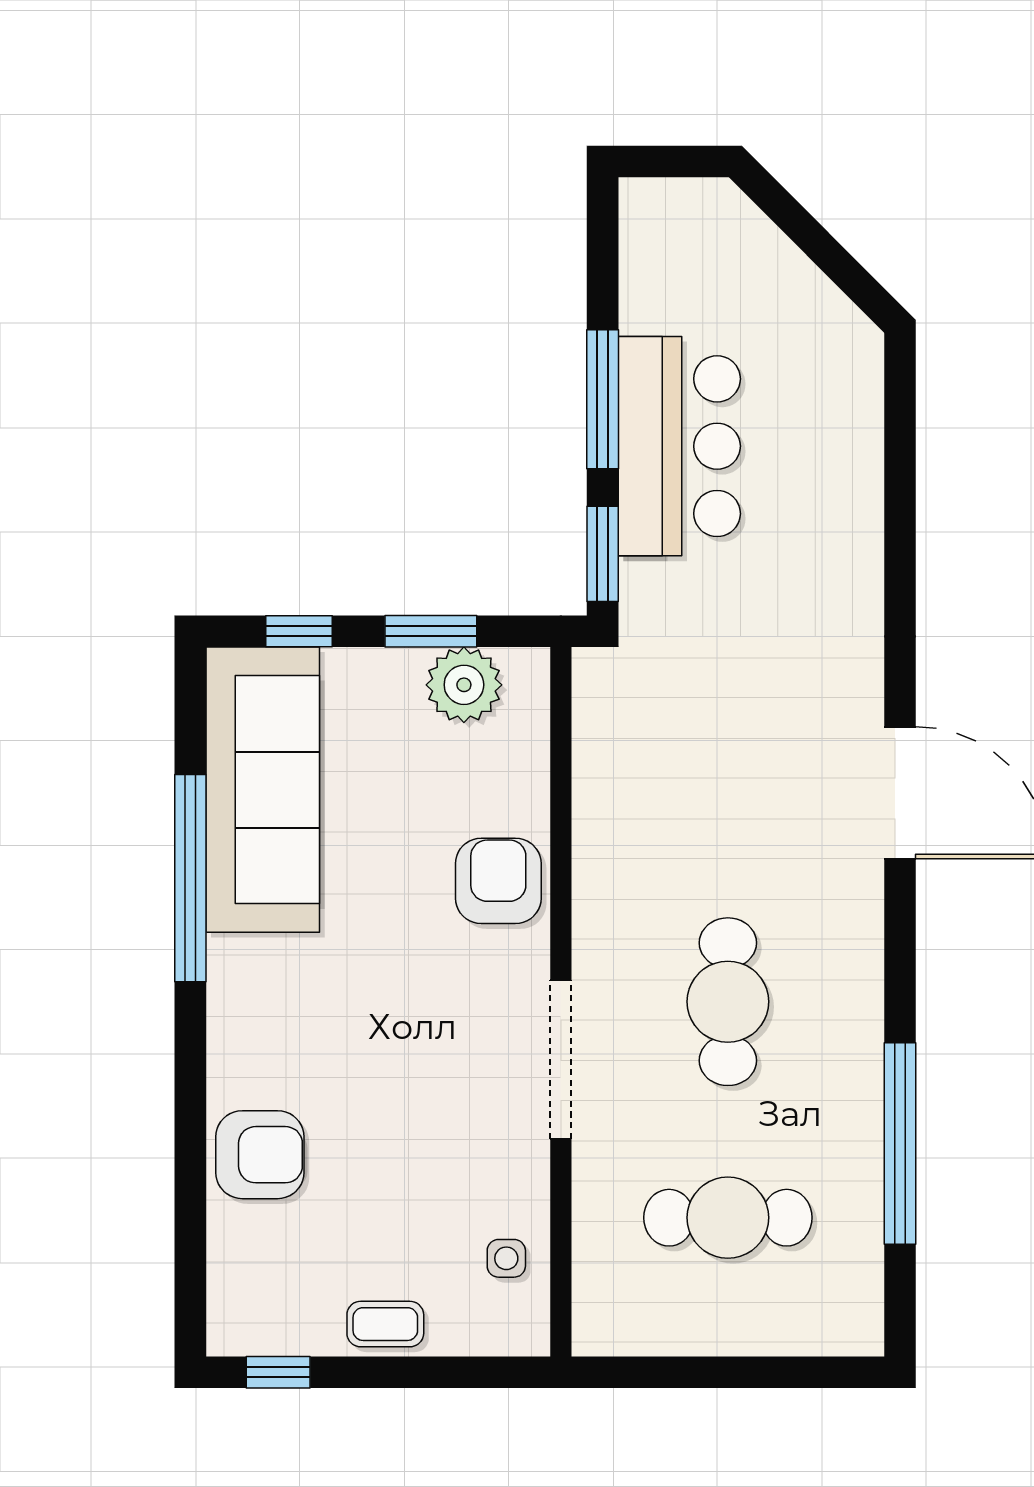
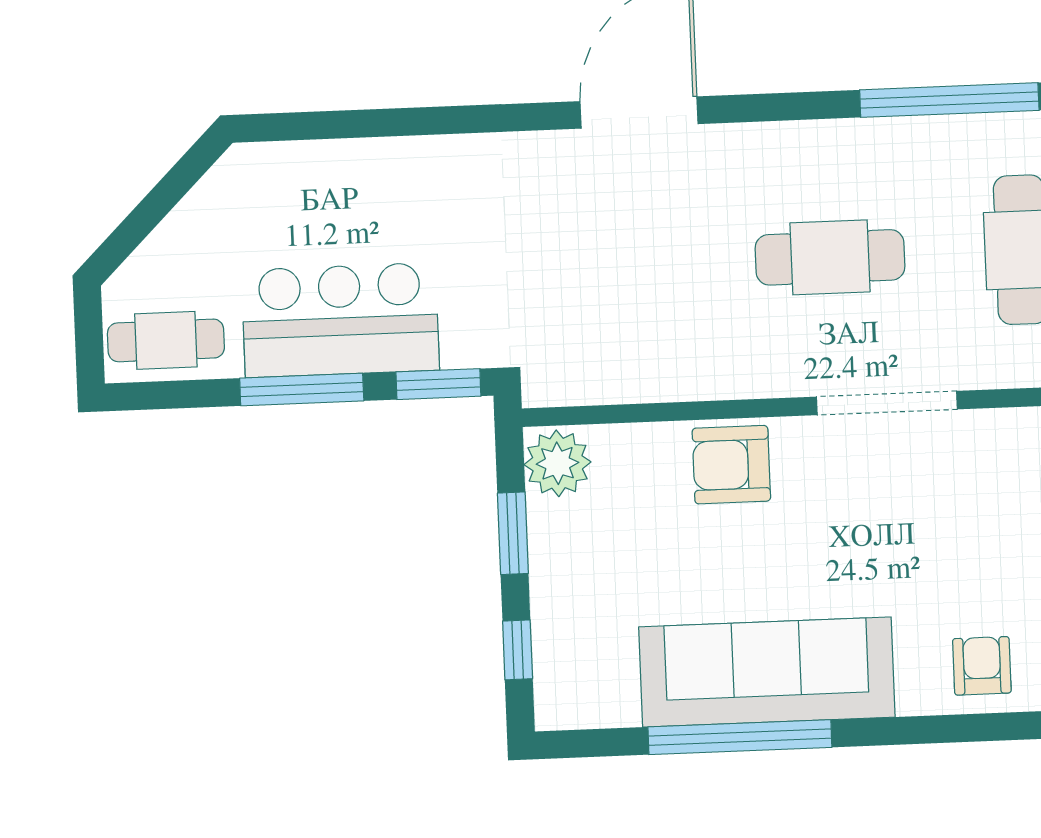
cafe table: (664, 248) -> (166, 340), added
plant: (464, 685) -> (558, 463), moved
sofa: (263, 790) -> (767, 672), moved
armchair: (260, 1155) -> (982, 666), width x0.72, depth x0.72

